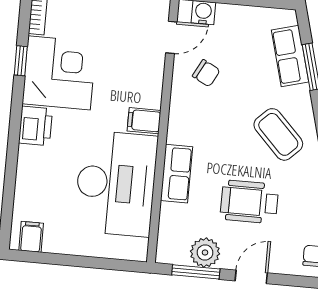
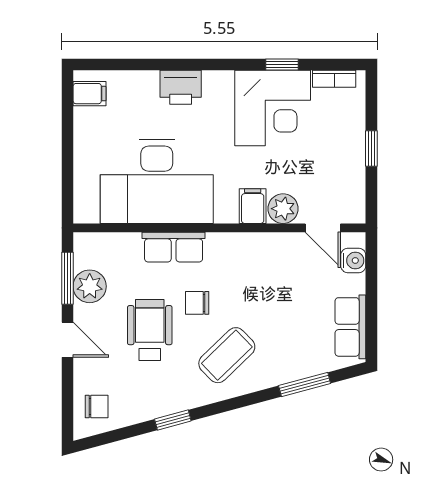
row of seats: (290, 56) -> (350, 327), moved, turned -75
plant: (151, 72) -> (283, 209), added
chair: (206, 73) -> (197, 303), moved, turned 62
filing cabinet: (144, 121) -> (253, 206), moved
printer: (35, 126) -> (181, 87), moved

